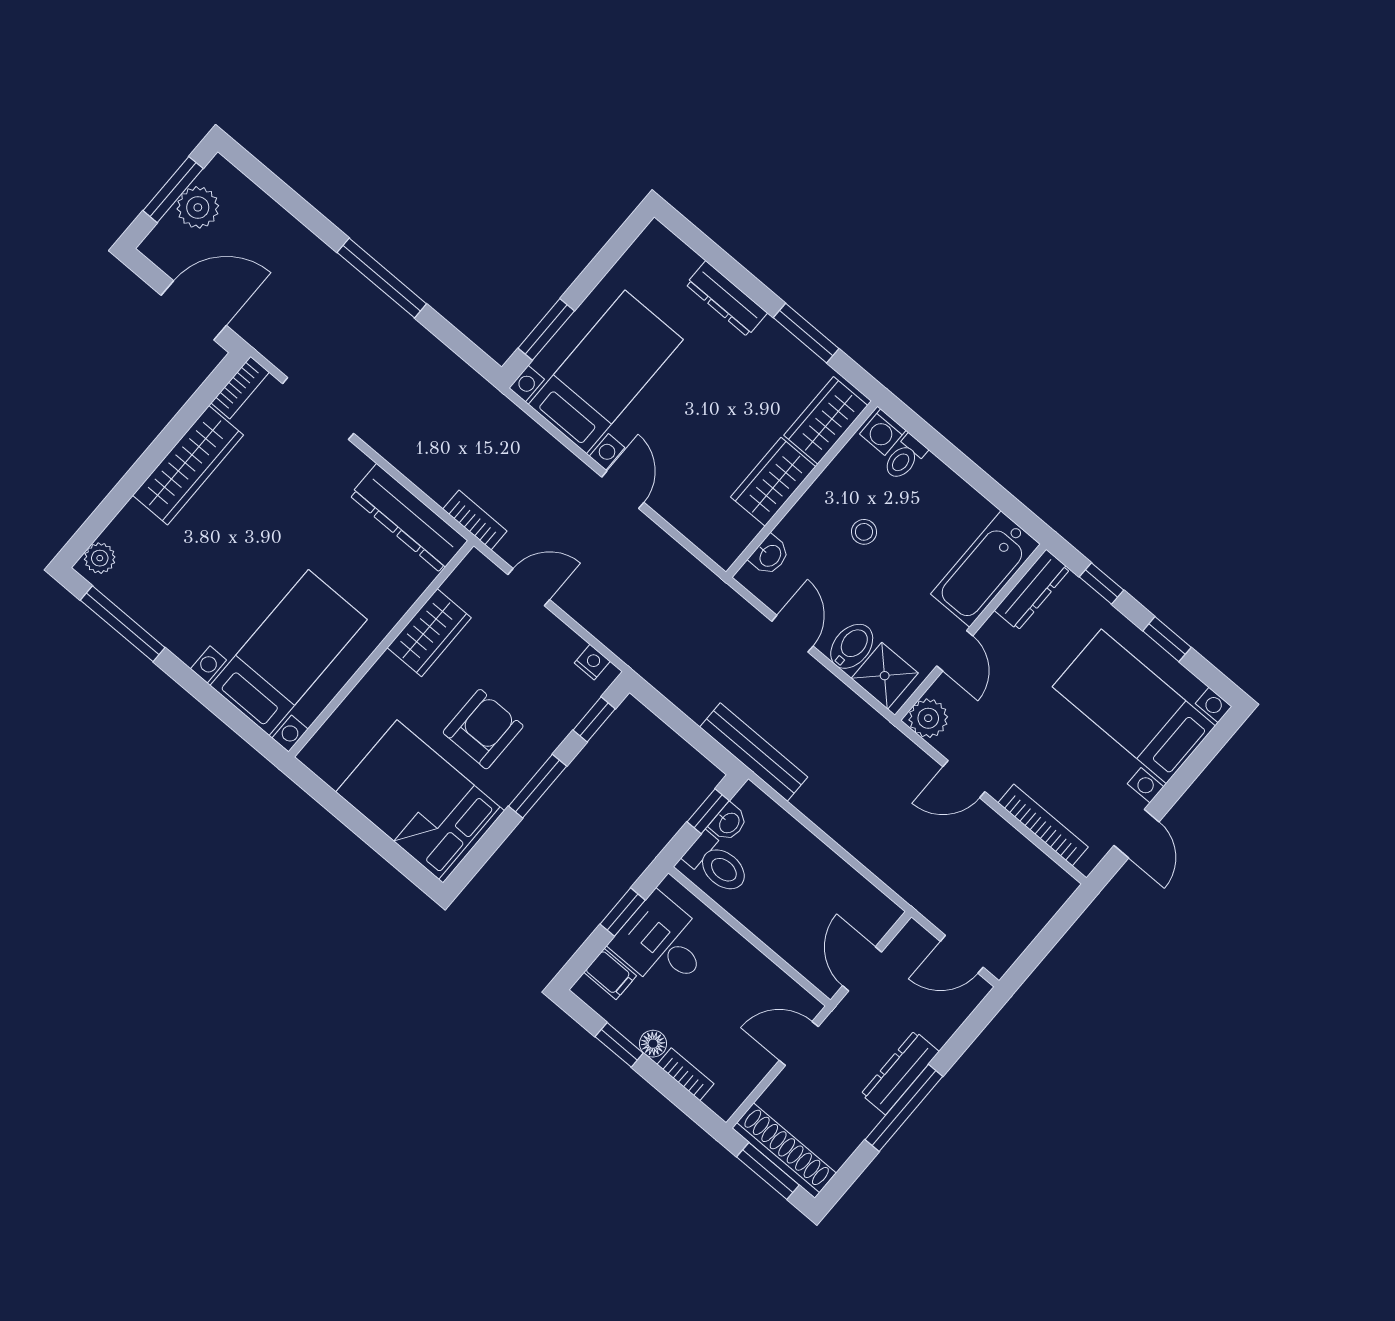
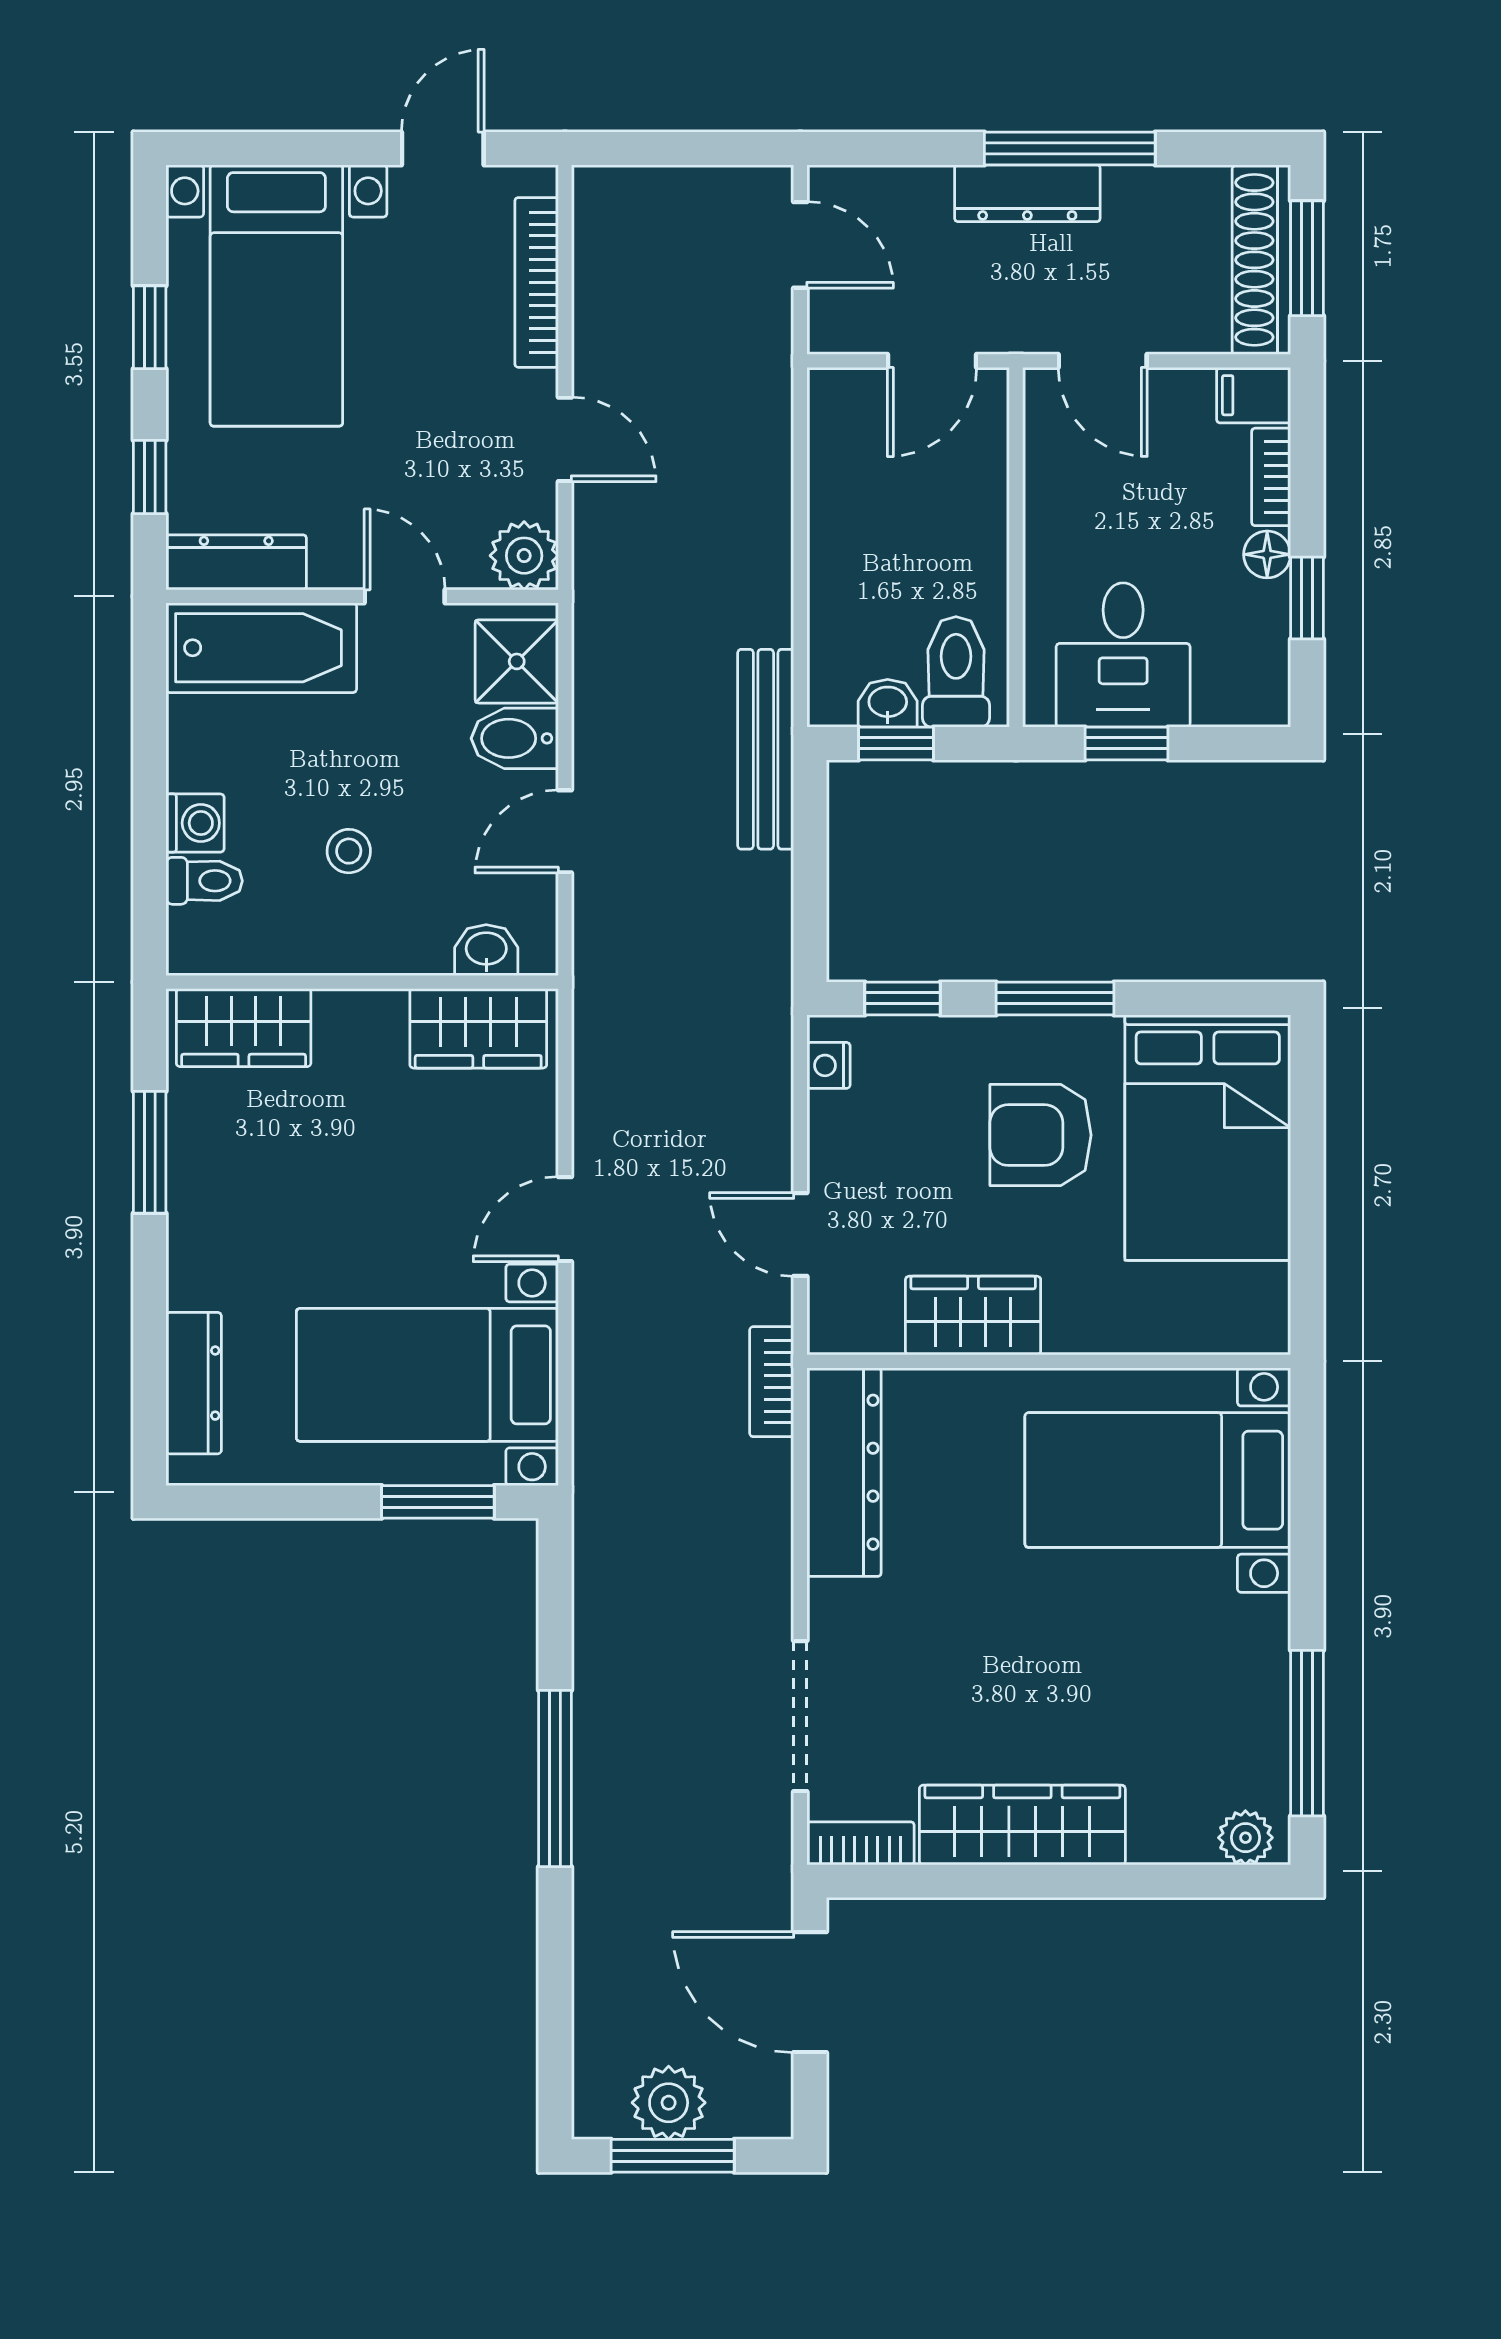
dresser: (727, 299) -> (194, 1383), moved
washing machine: (883, 432) -> (195, 823), moved
wardrobe: (773, 482) -> (478, 1028), moved
door: (955, 651) -> (405, 596), hinge flipped
filing cabinet: (610, 974) -> (1254, 395), moved, turned -90

